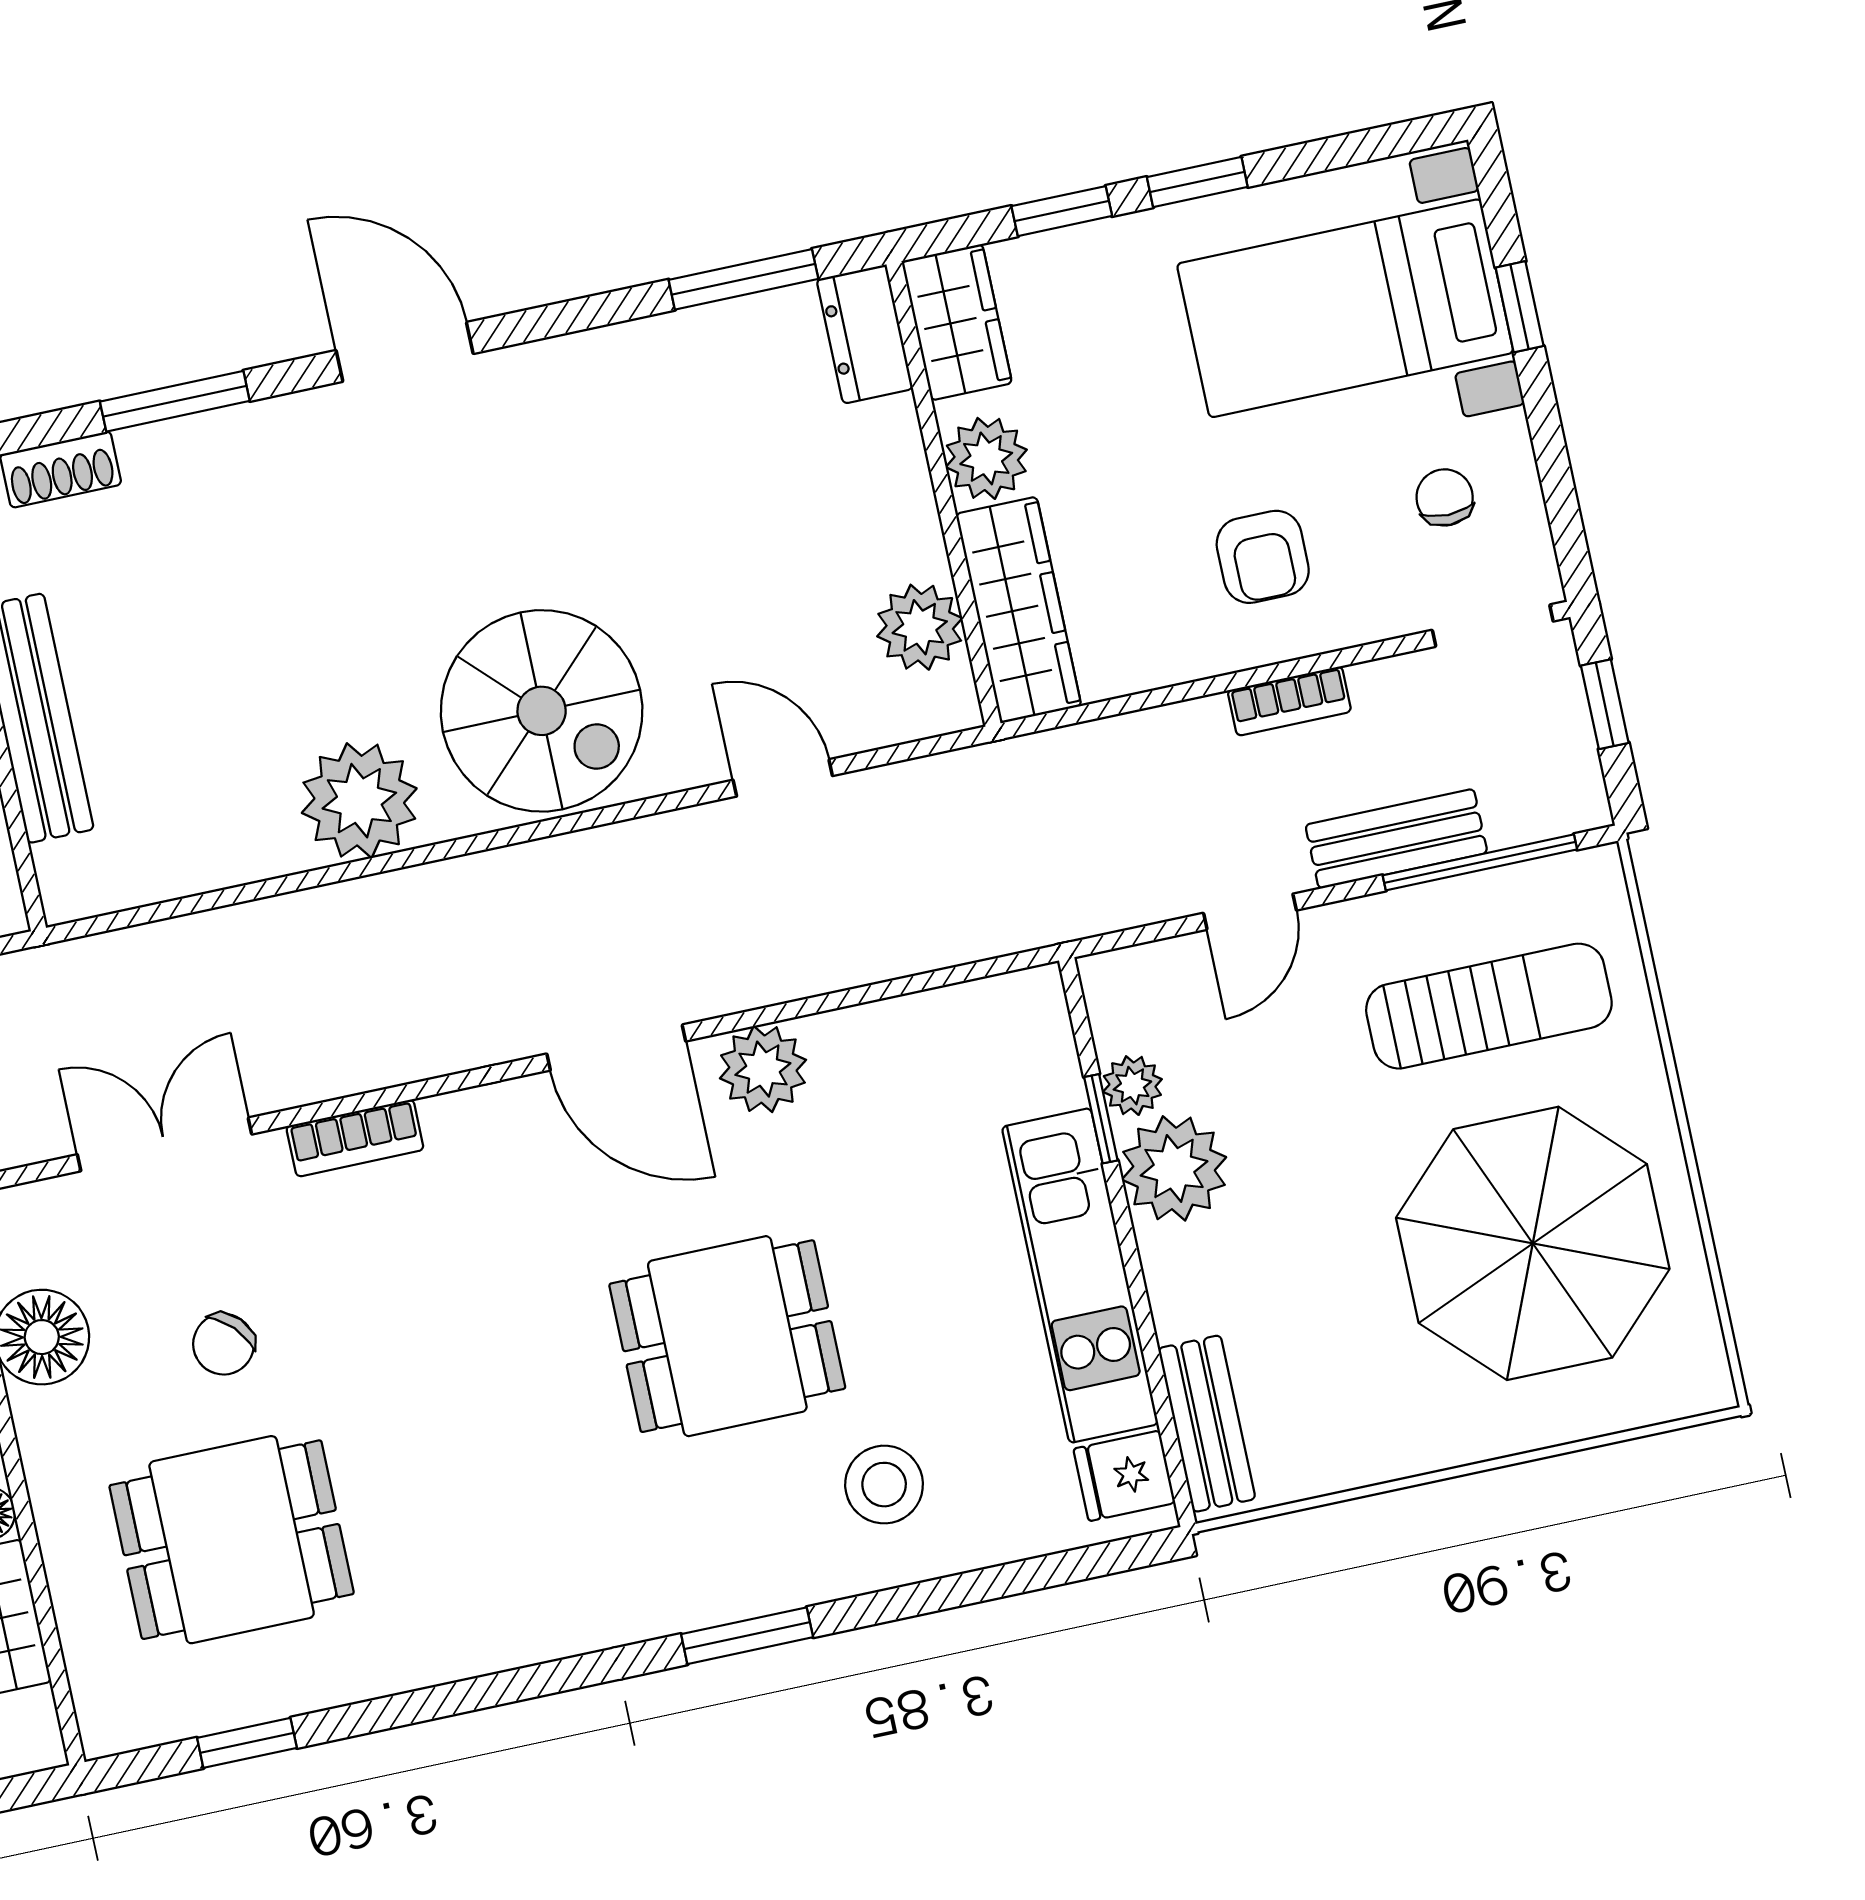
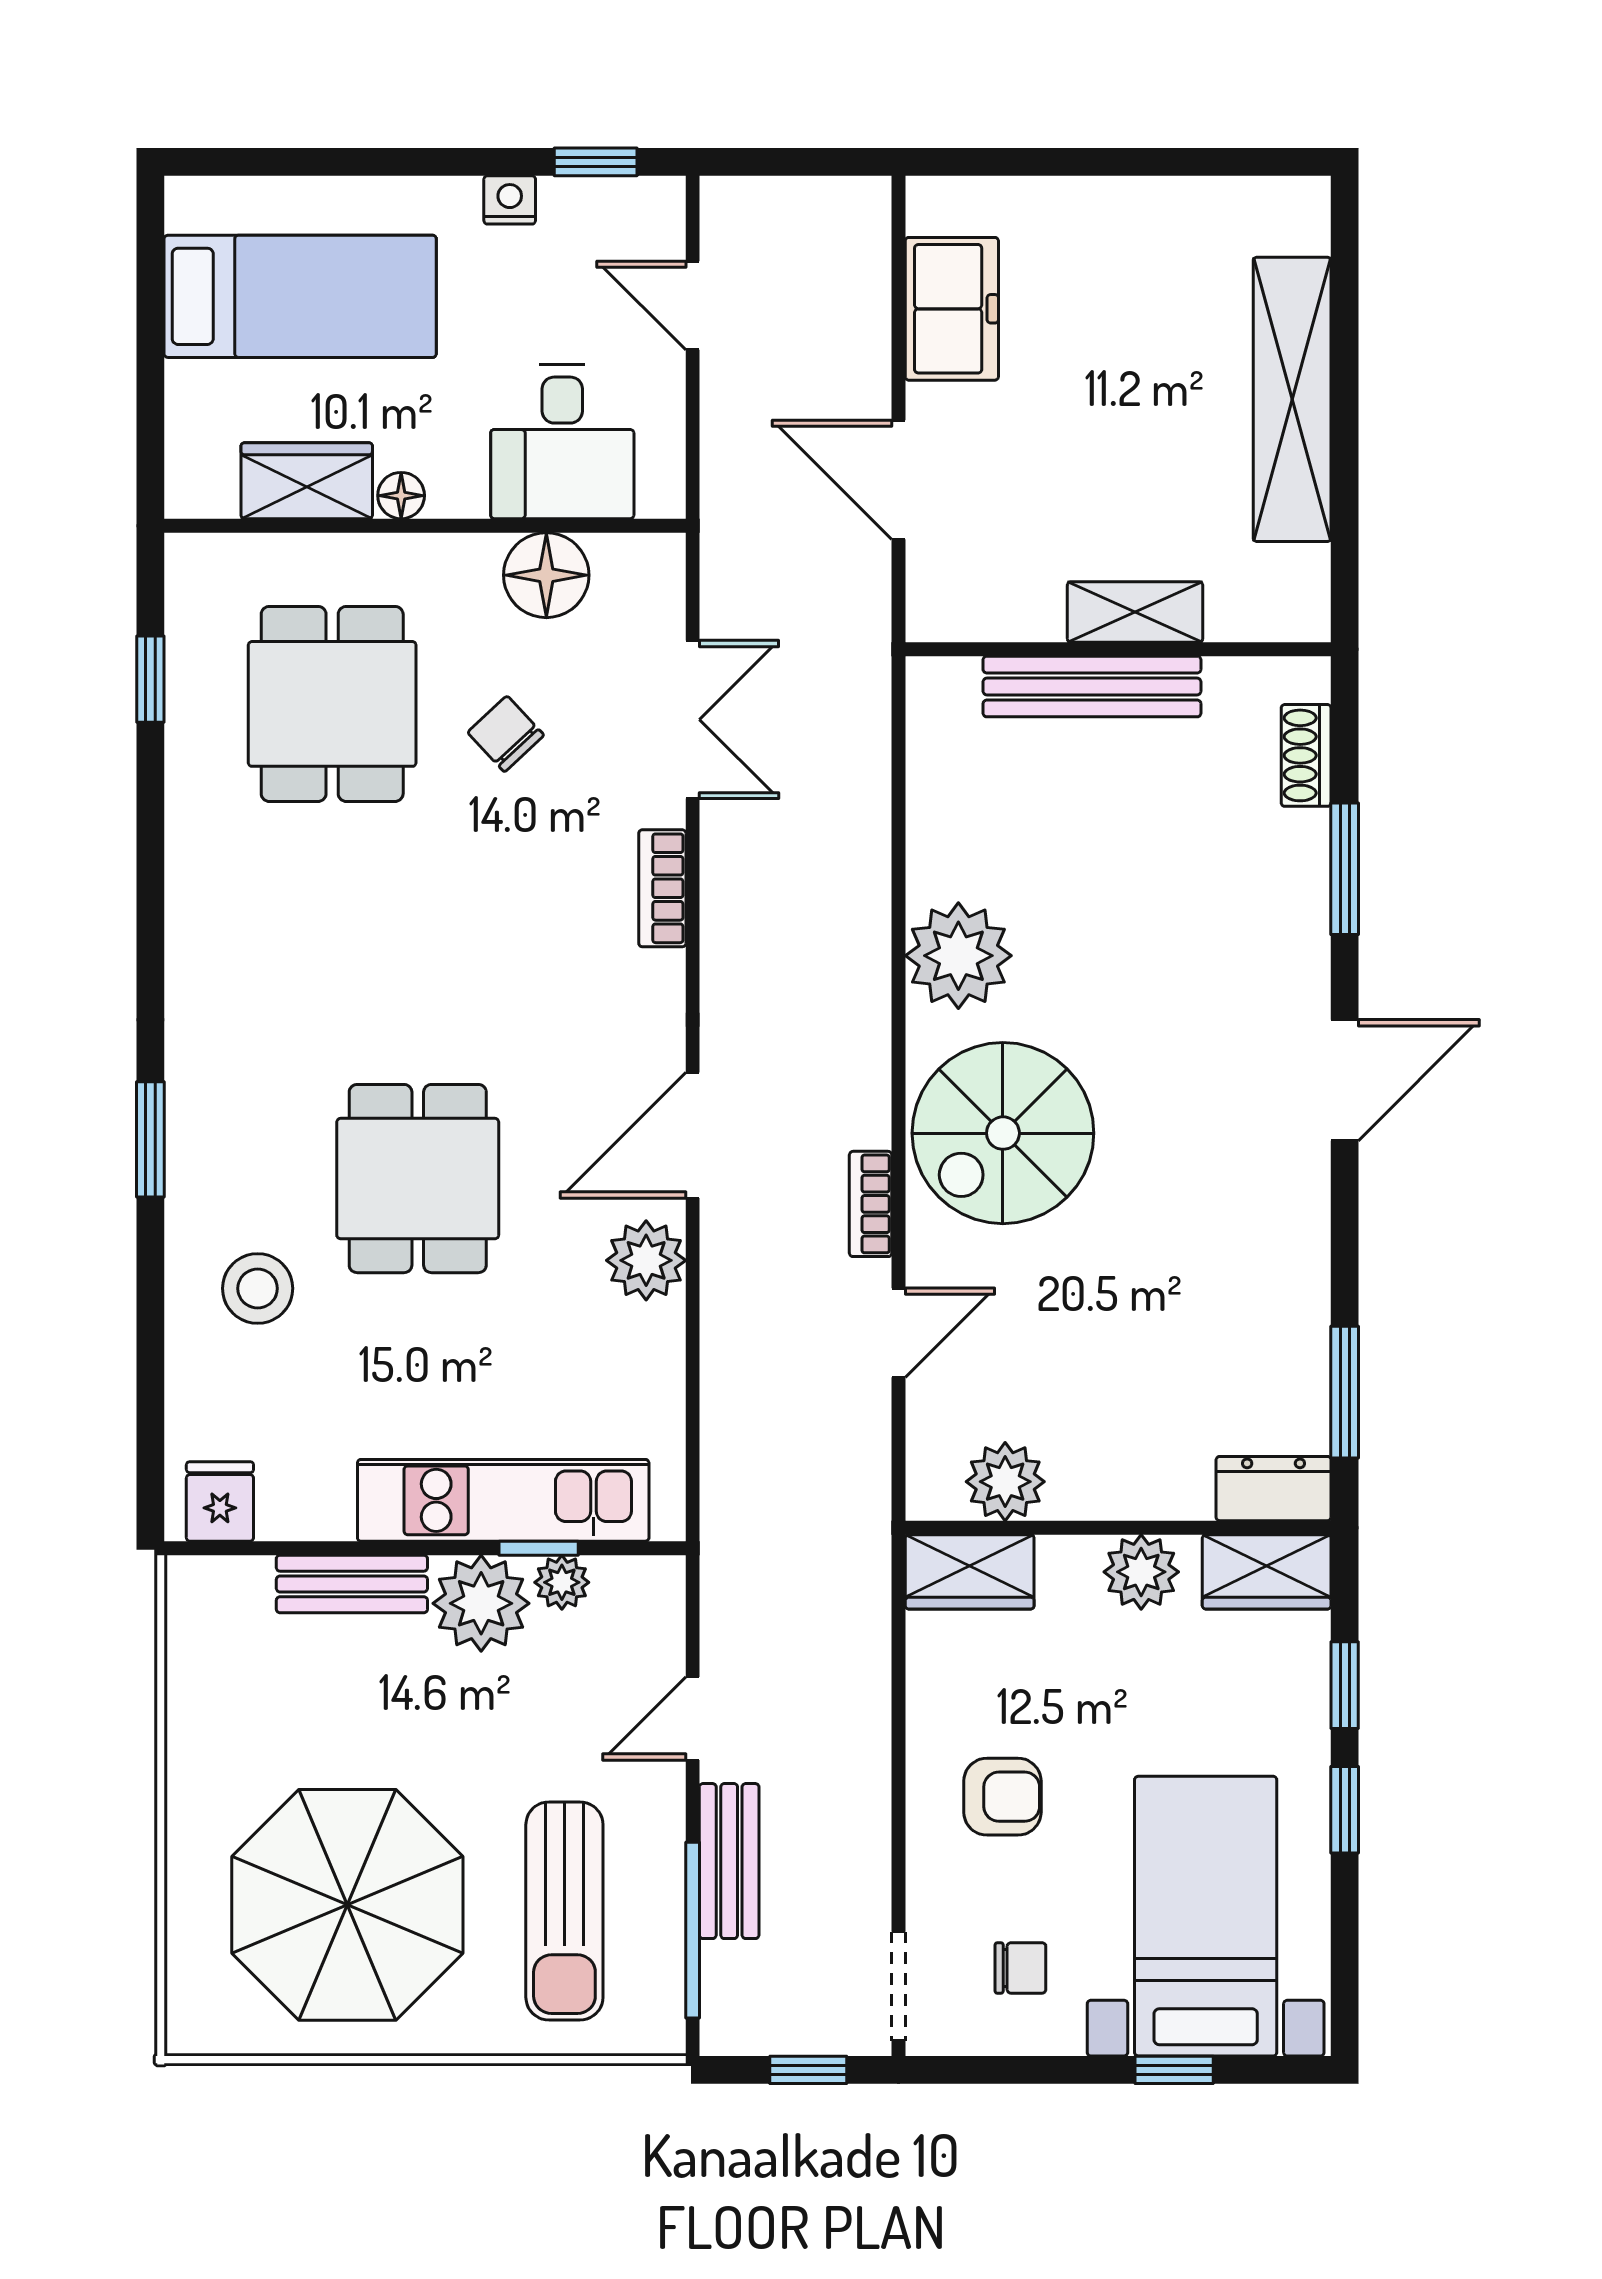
armchair: (1263, 557) -> (1002, 1797), turned 180
wardrobe: (1019, 610) -> (970, 1572), width x0.67
bookcase: (1289, 701) -> (871, 1204), moved
door: (1250, 912) -> (693, 1718), hinge flipped
kitchen unit: (1080, 1276) -> (503, 1500), moved
bench: (1207, 1424) -> (352, 1584), moved

